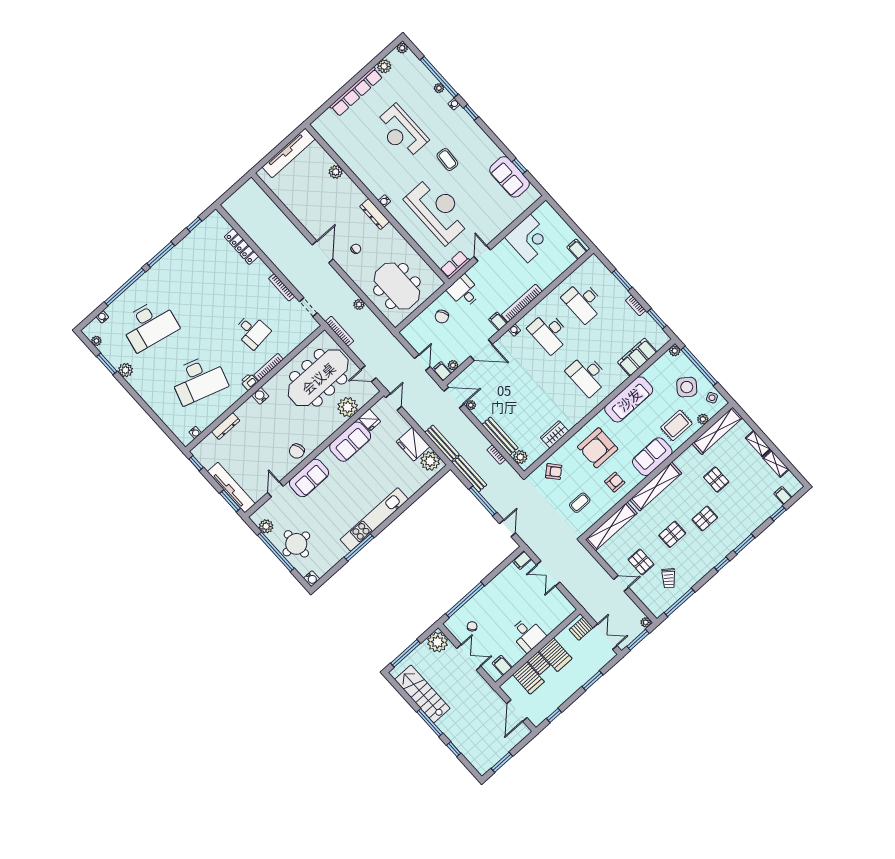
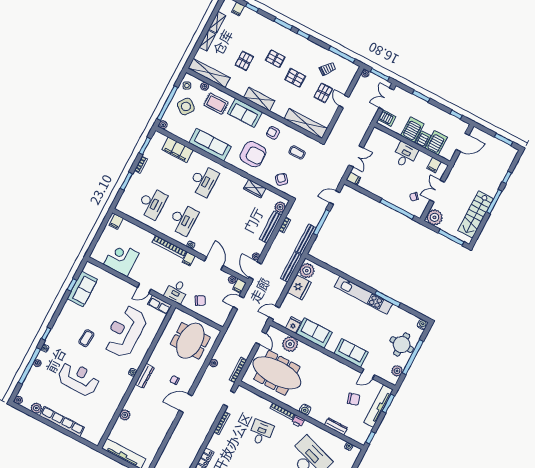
reception desk: (401, 132) -> (79, 379), turned -90
chair: (297, 451) -> (354, 399), moved
shelving: (656, 486) -> (259, 99), width x0.68

